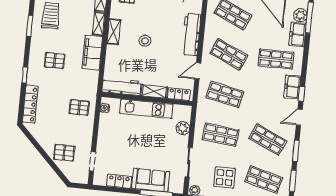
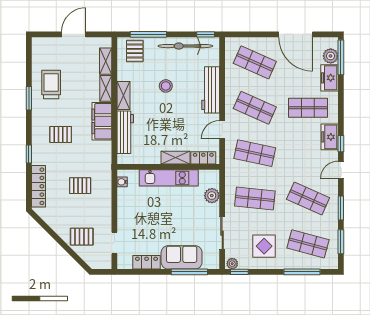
stool: (145, 41) -> (166, 86), moved
workbench: (122, 87) -> (125, 132), moved, turned 90
pallet: (79, 108) -> (80, 186), moved

